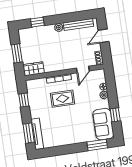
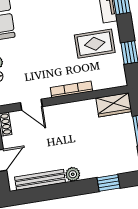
door: (83, 70) -> (31, 105), swing flipped
rug: (63, 99) -> (95, 44), moved

